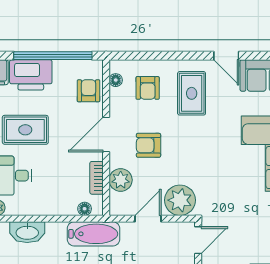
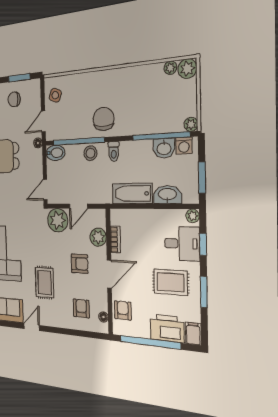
door: (226, 56) -> (32, 327), hinge flipped
armchair: (89, 91) -> (123, 310), turned 180
rug: (192, 93) -> (45, 283), moved
floor lamp: (85, 209) -> (124, 214), removed
bathtub: (93, 234) -> (132, 194), moved

